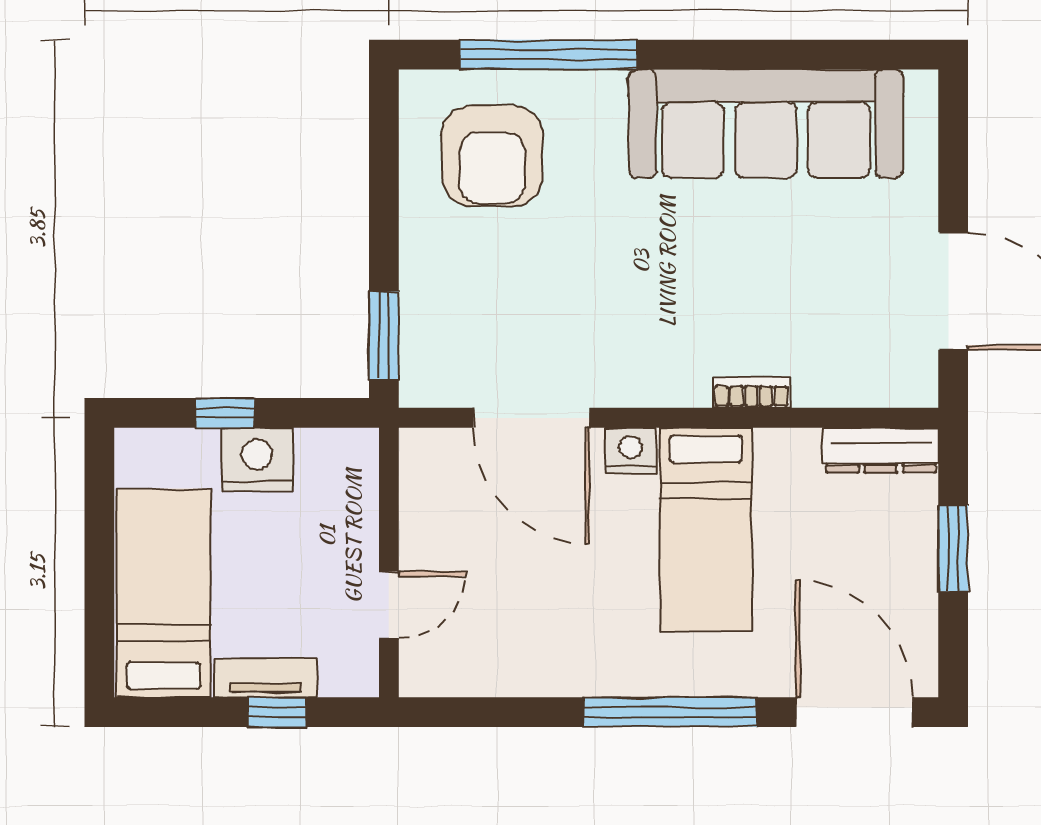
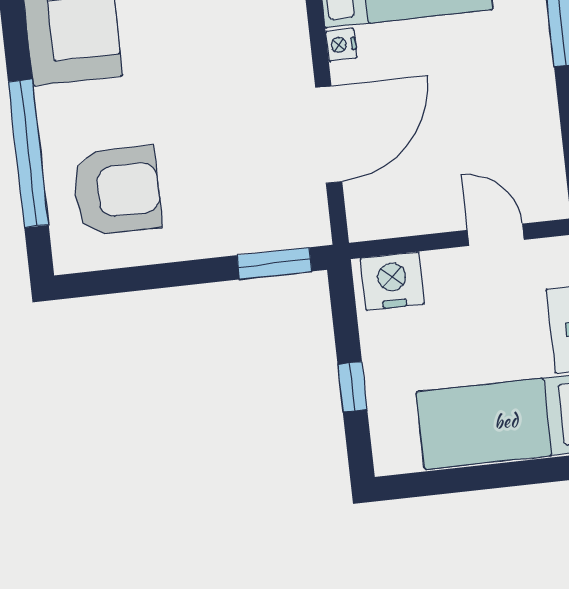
nightstand: (631, 451) -> (341, 45), width x0.72, depth x0.74
nightstand: (257, 460) -> (392, 281), moved, turned 90

